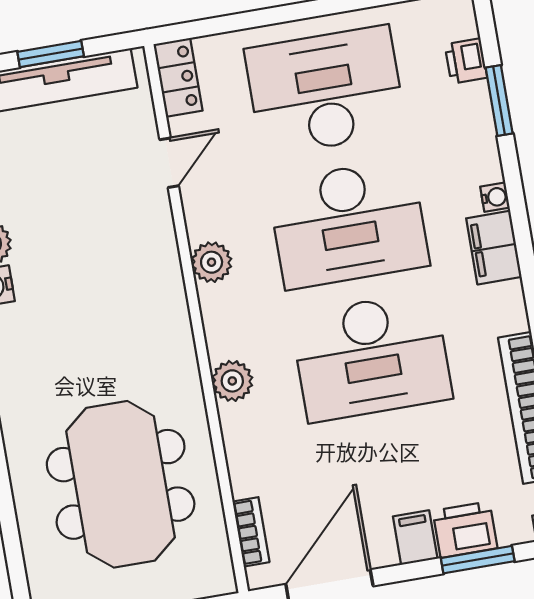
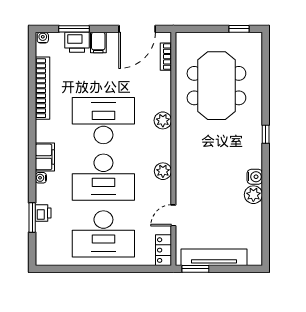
window: (51, 54) -> (195, 269), moved
printer: (466, 61) -> (43, 213), moved
desk: (348, 224) -> (103, 177), turned 180

